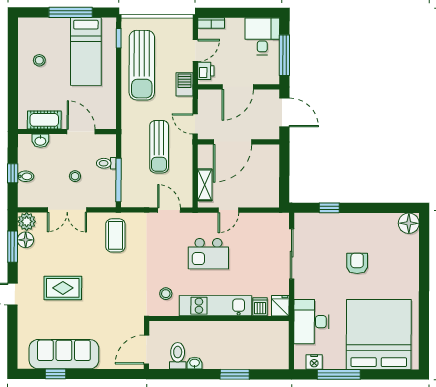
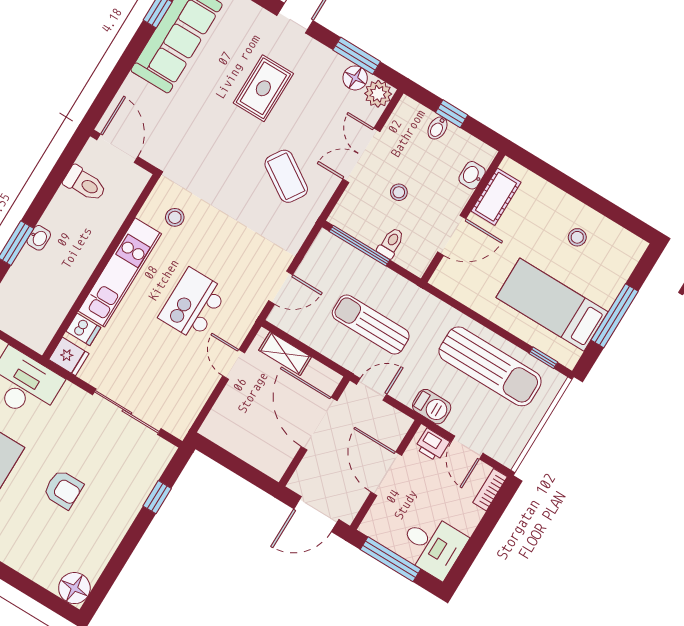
sun lounger: (142, 65) -> (490, 366), turned 180
coffee table: (115, 235) -> (286, 176), moved, turned 33
washbasin: (195, 363) -> (39, 238), moved

